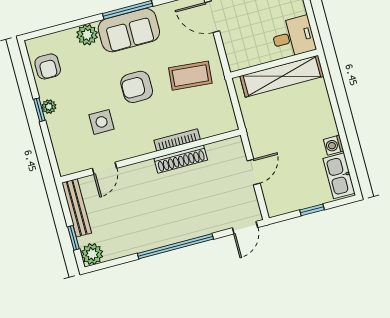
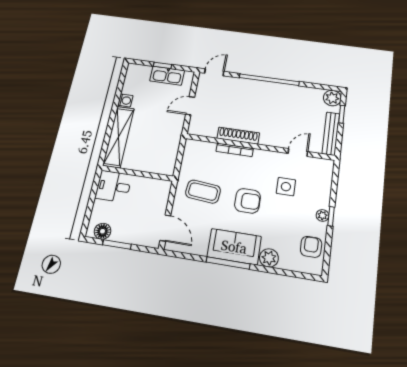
shelving: (282, 76) -> (119, 137), moved, turned 90
kitchen sink: (339, 176) -> (167, 76), moved, turned 90

